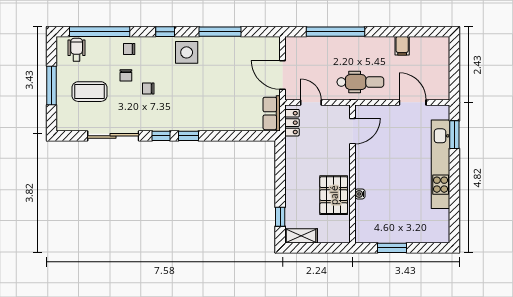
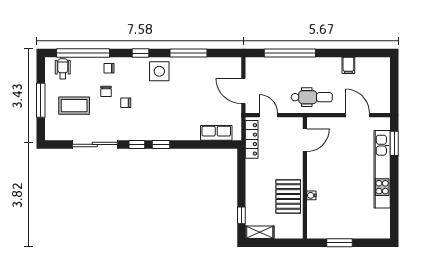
row of seats: (272, 113) -> (216, 133), moved, turned 90
locker: (292, 123) -> (252, 139), width x1.53

